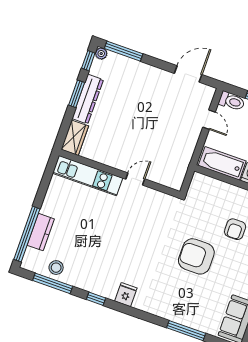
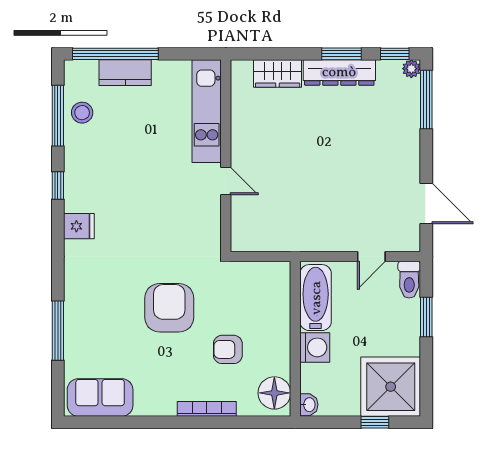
wall: (120, 173) -> (226, 156), moved
kitchen unit: (88, 176) -> (207, 111), moved
door: (135, 179) -> (226, 181), moved

